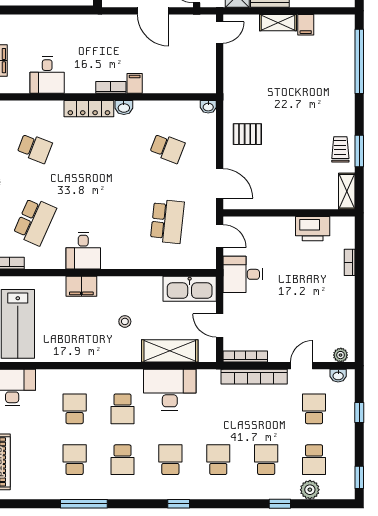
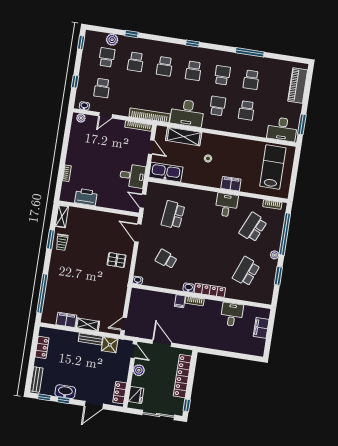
filing cabinet: (306, 25) -> (66, 320), width x2.00
school desk: (35, 148) -> (246, 271), width x1.85
bookcase: (254, 377) -> (150, 115), moved

